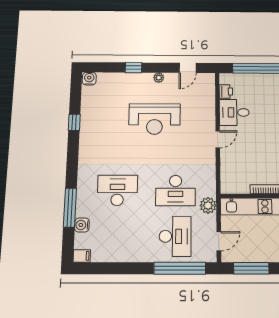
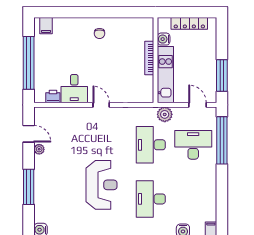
window: (133, 68) -> (29, 187), width x2.17
plant: (159, 78) -> (39, 149), moved
reception desk: (155, 119) -> (101, 185), moved
desk: (175, 191) -> (151, 145), turned 180

